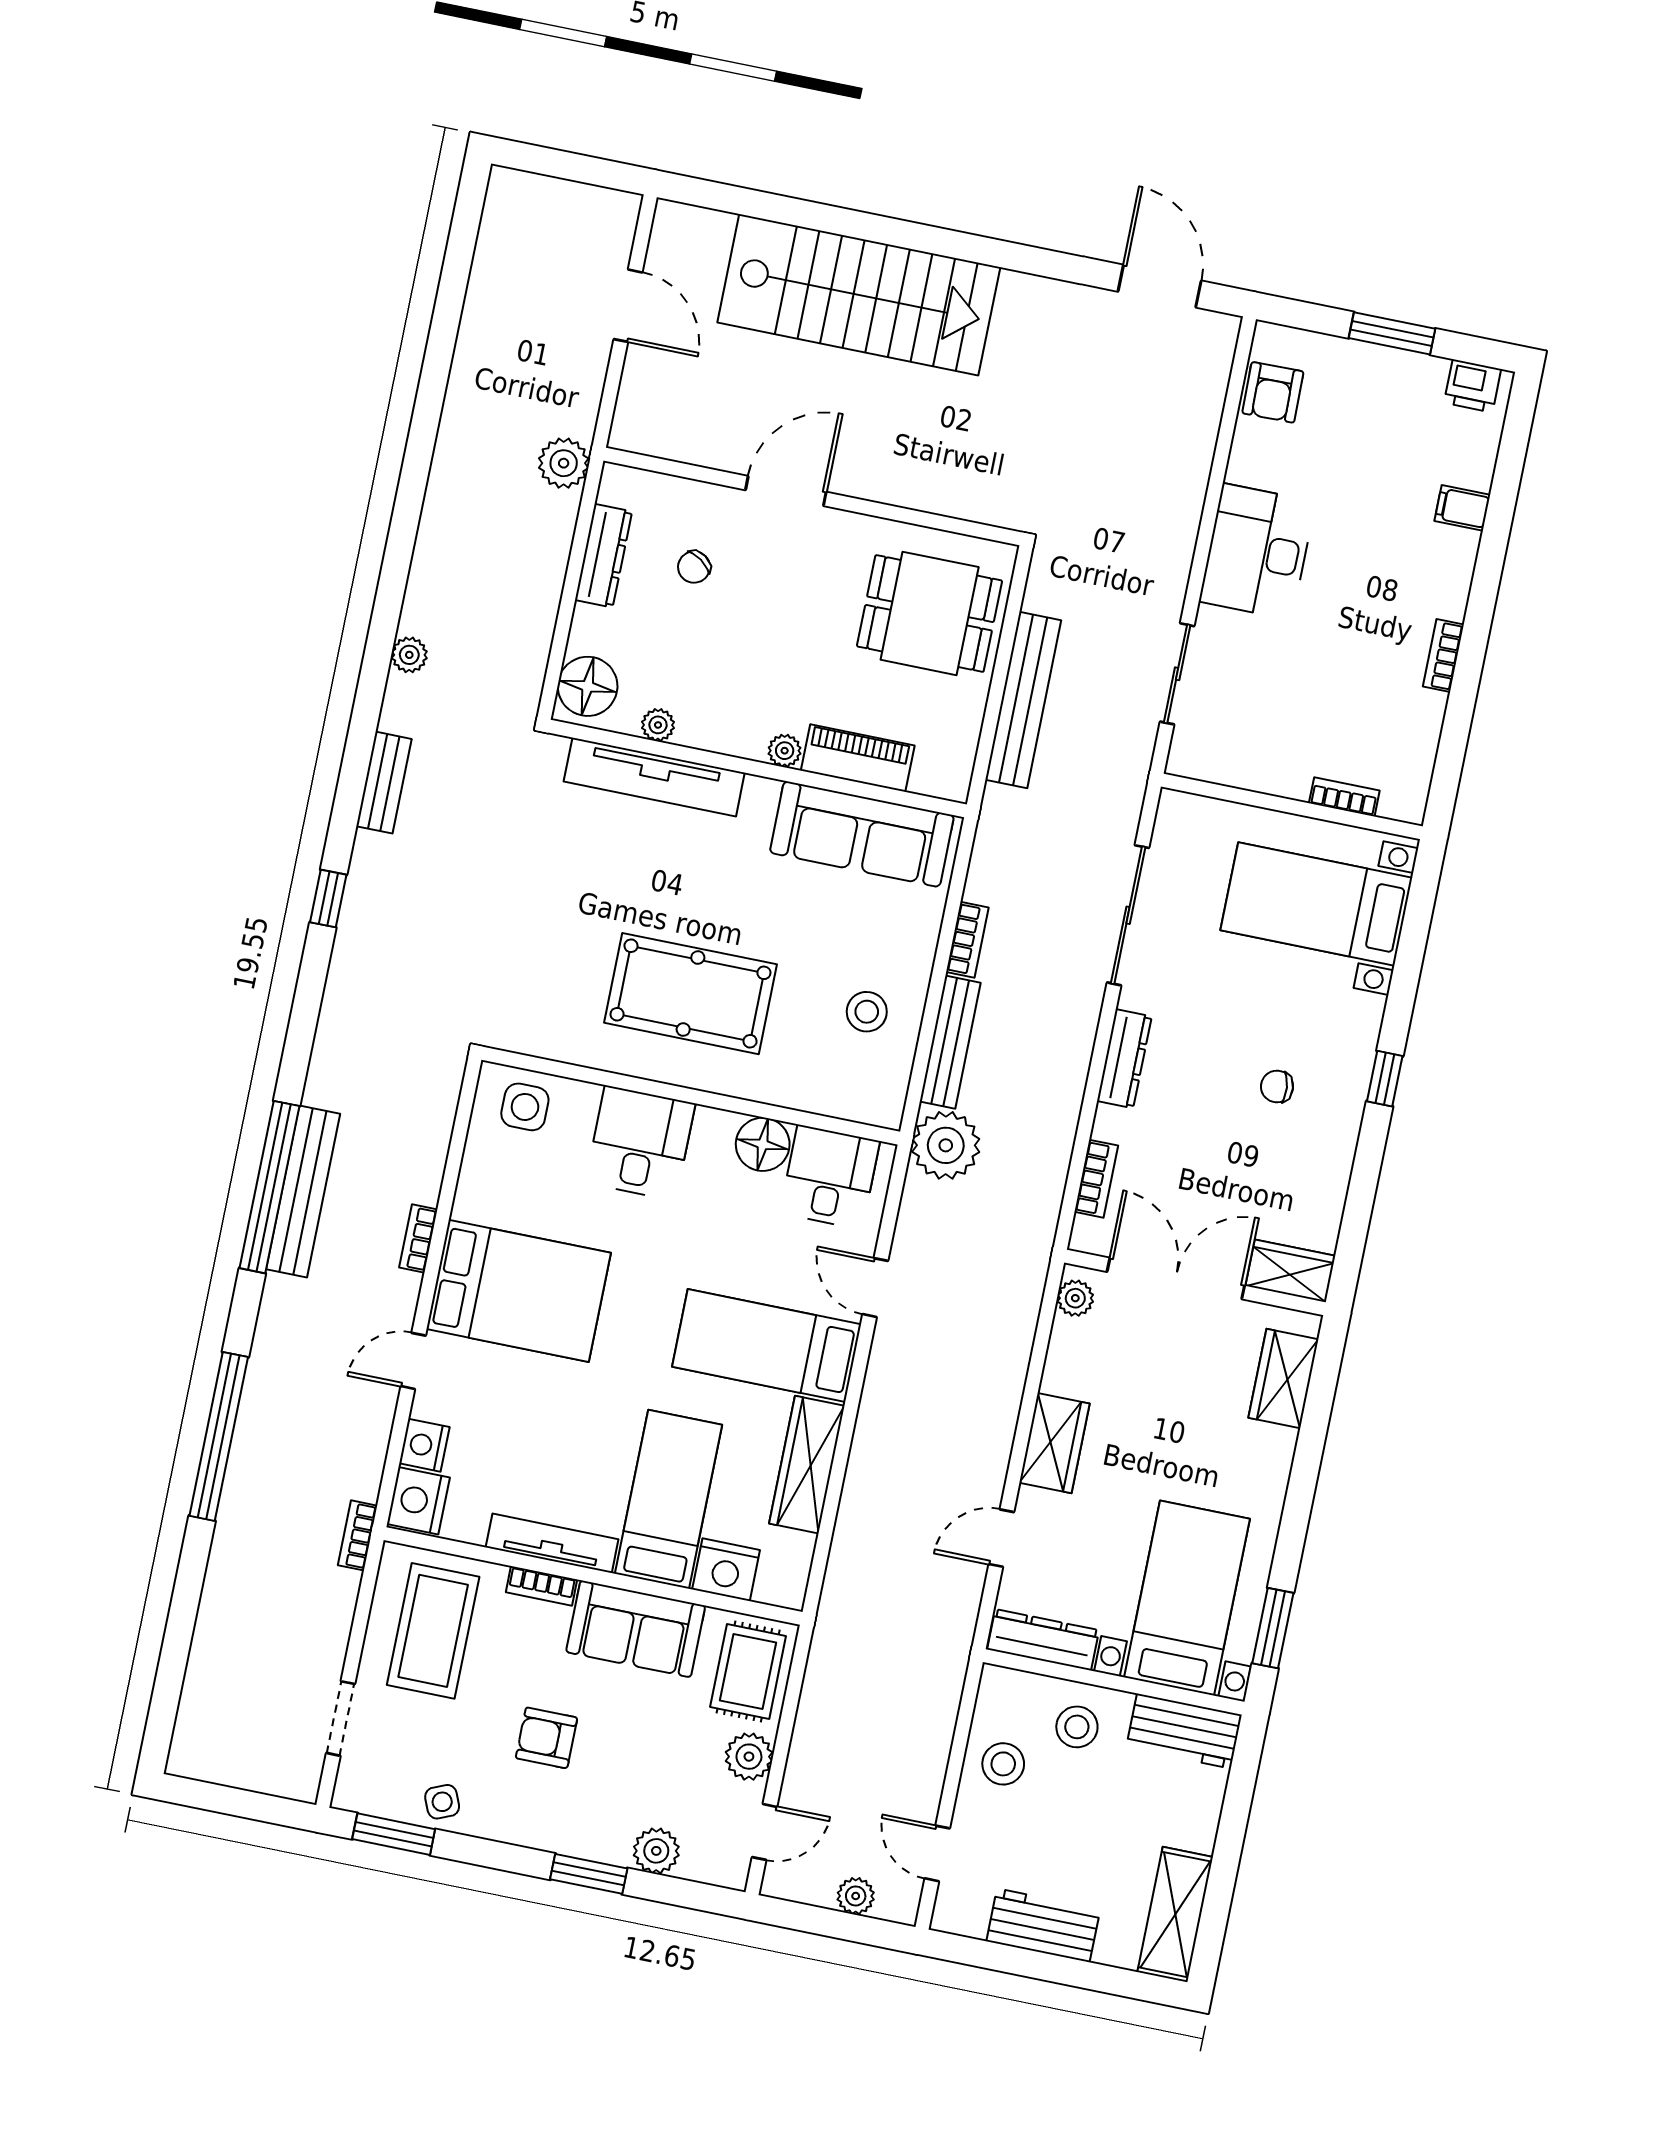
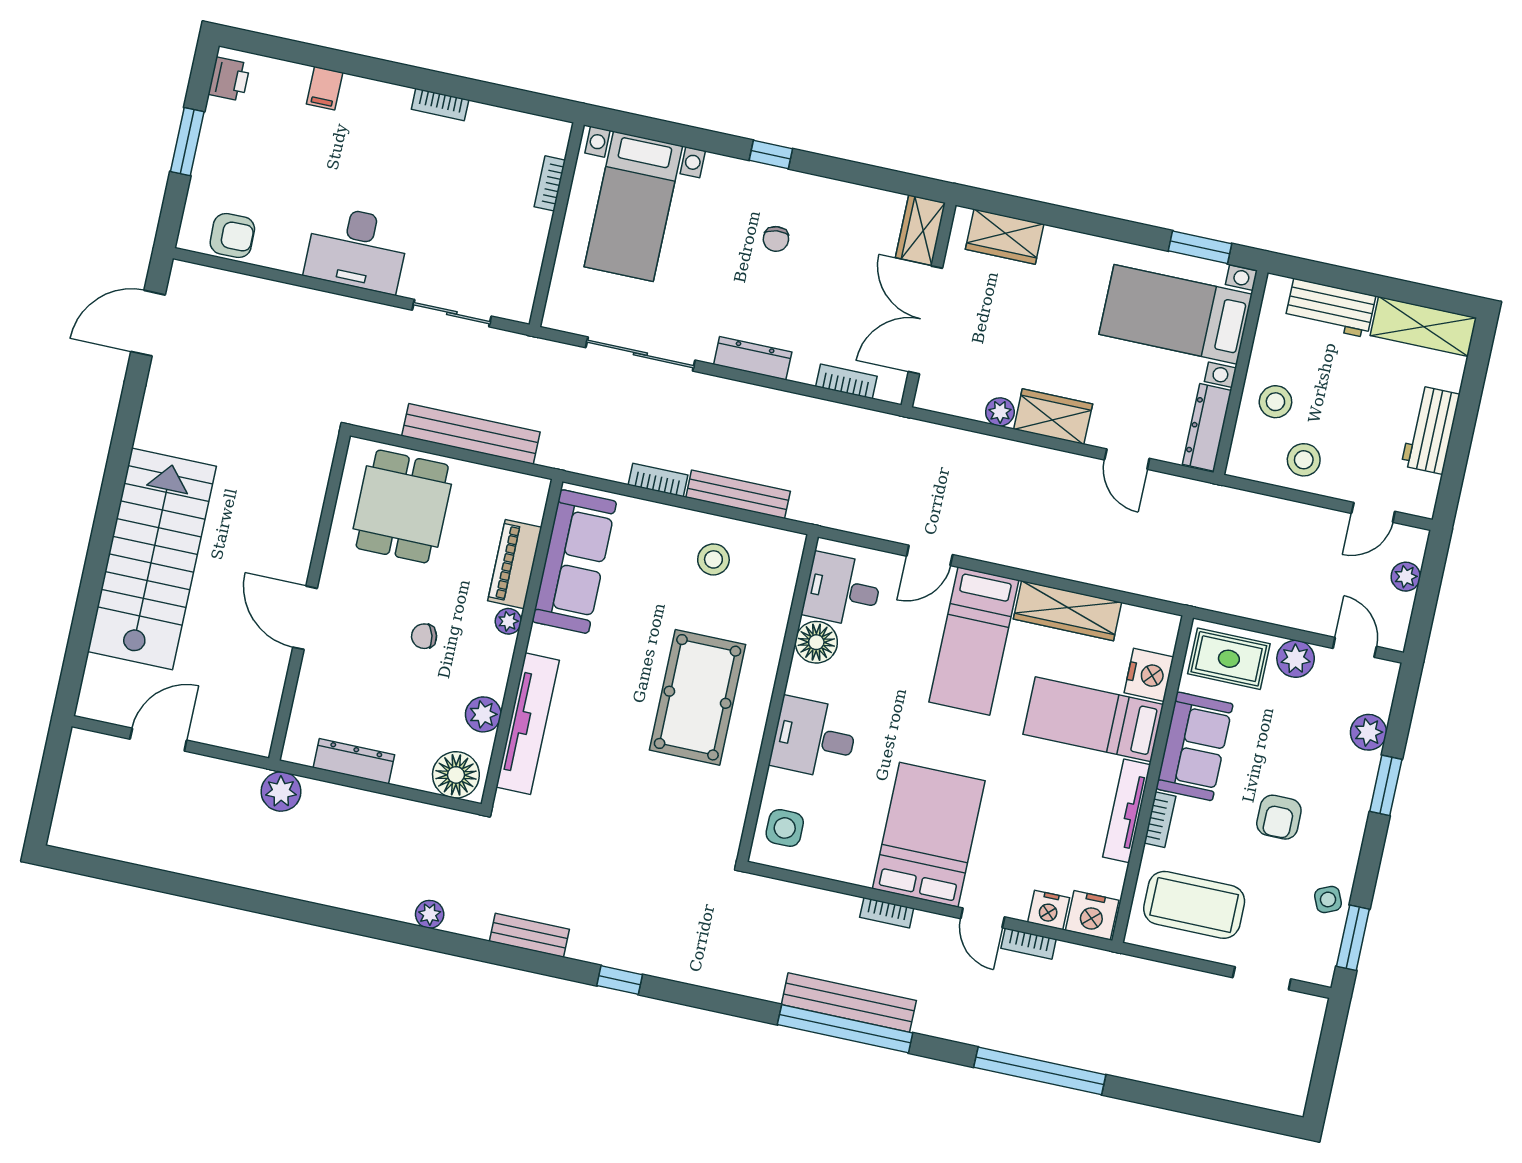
chair: (694, 567) -> (424, 636), moved, turned 130
plant: (658, 725) -> (483, 714), width x1.38, depth x1.38
plant: (946, 1145) -> (819, 499), removed
plant: (1075, 1298) -> (1000, 412), moved
bookcase: (358, 1535) -> (1029, 944), moved
workbench: (1184, 1731) -> (1330, 308), moved, turned 90

